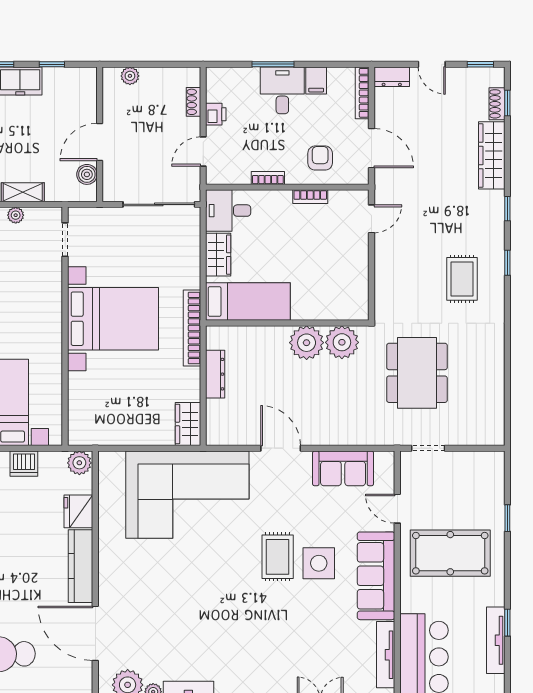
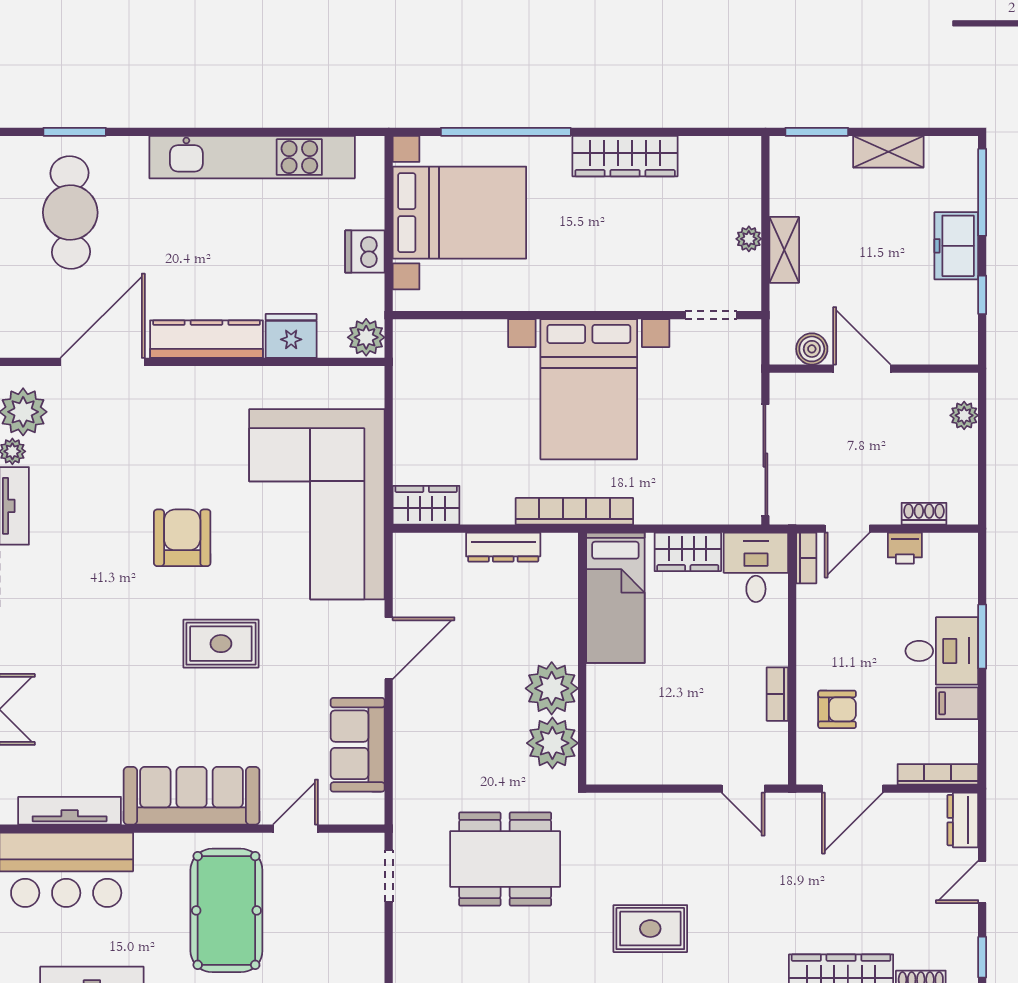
door: (203, 152) -> (847, 529), swing flipped
bookcase: (268, 178) -> (806, 558), moved
side table: (319, 563) -> (211, 707), removed
armchair: (209, 582) -> (182, 538), added

